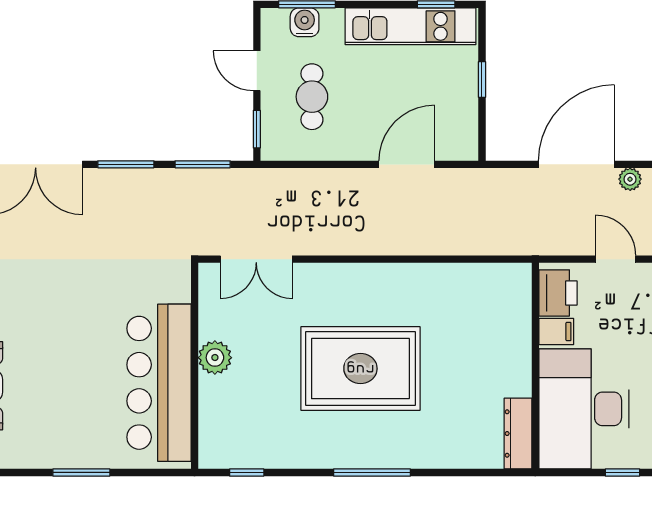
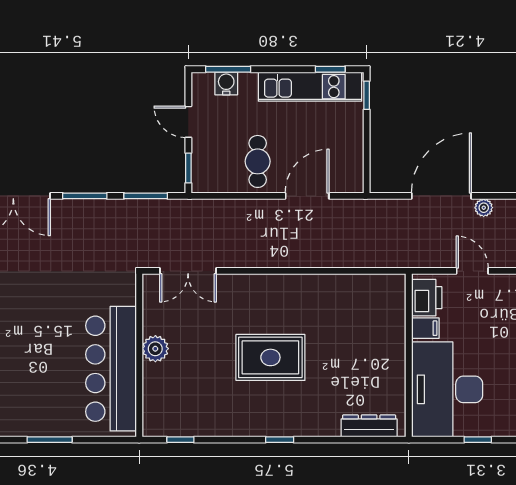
window: (482, 79) -> (367, 95), moved
cafe table: (312, 97) -> (258, 161), moved
rug: (360, 369) -> (270, 357), width x0.73, depth x0.69
dresser: (518, 434) -> (369, 426), moved, turned 90
window: (372, 472) -> (280, 440), width x0.46

